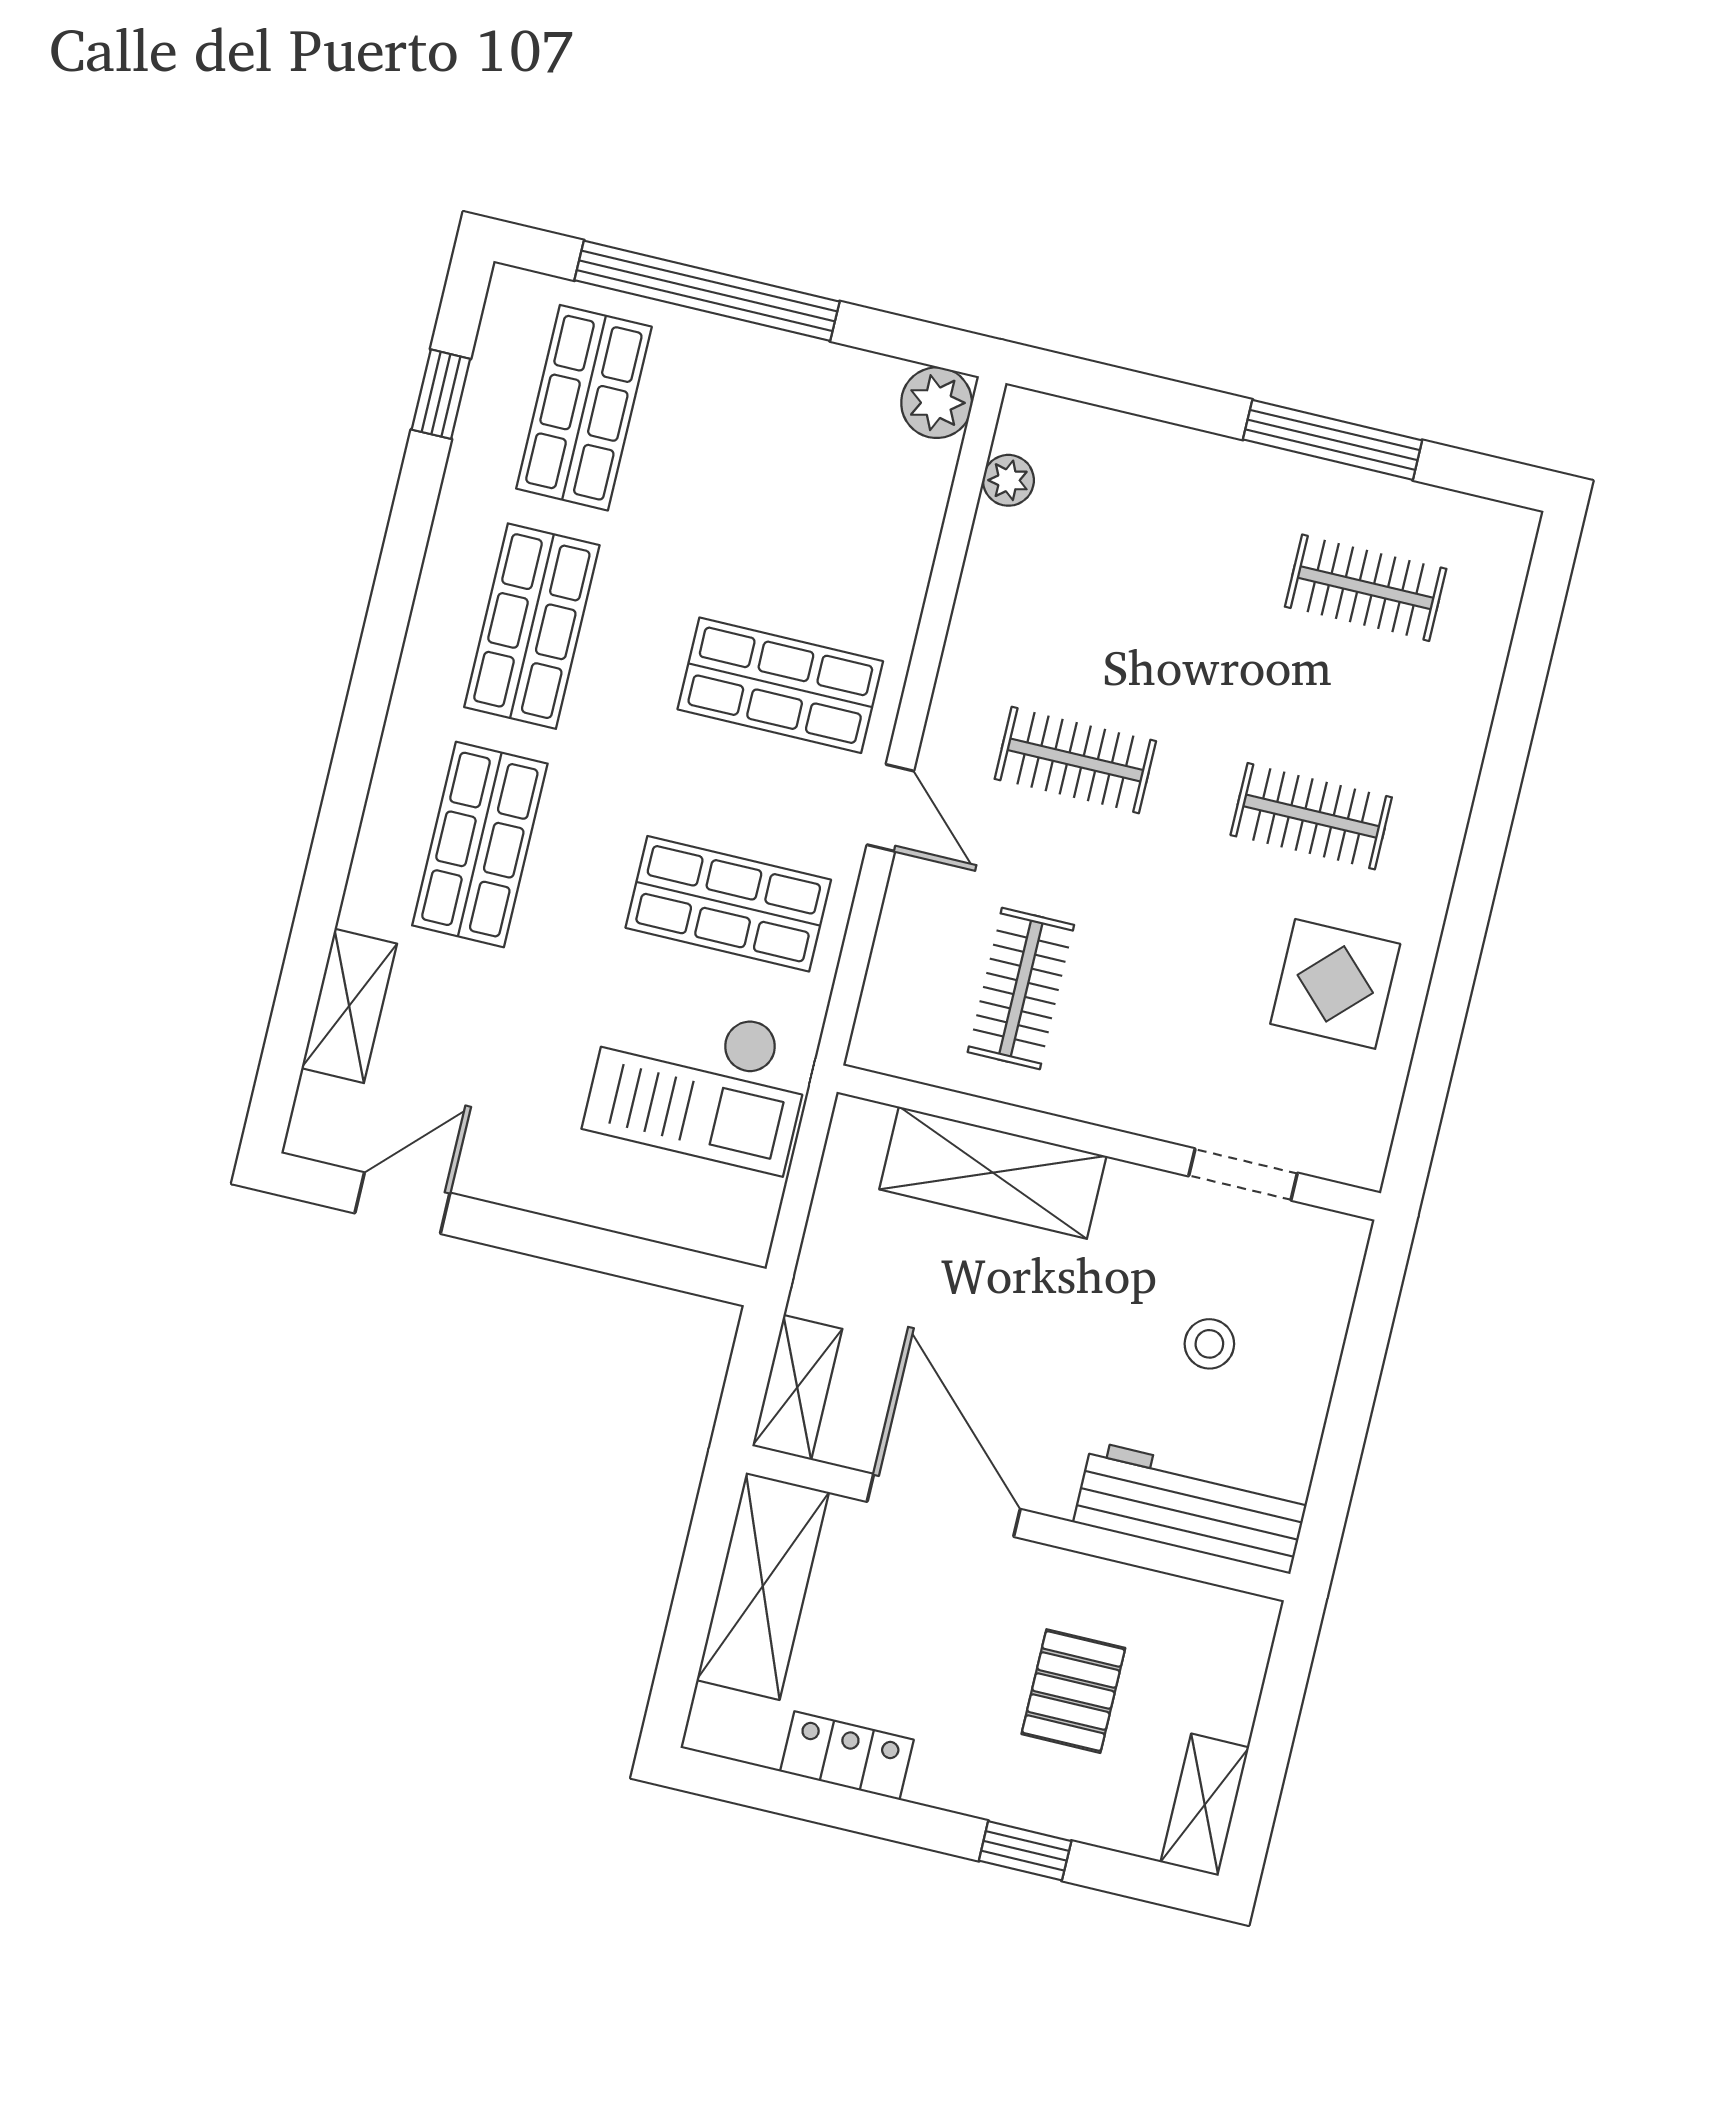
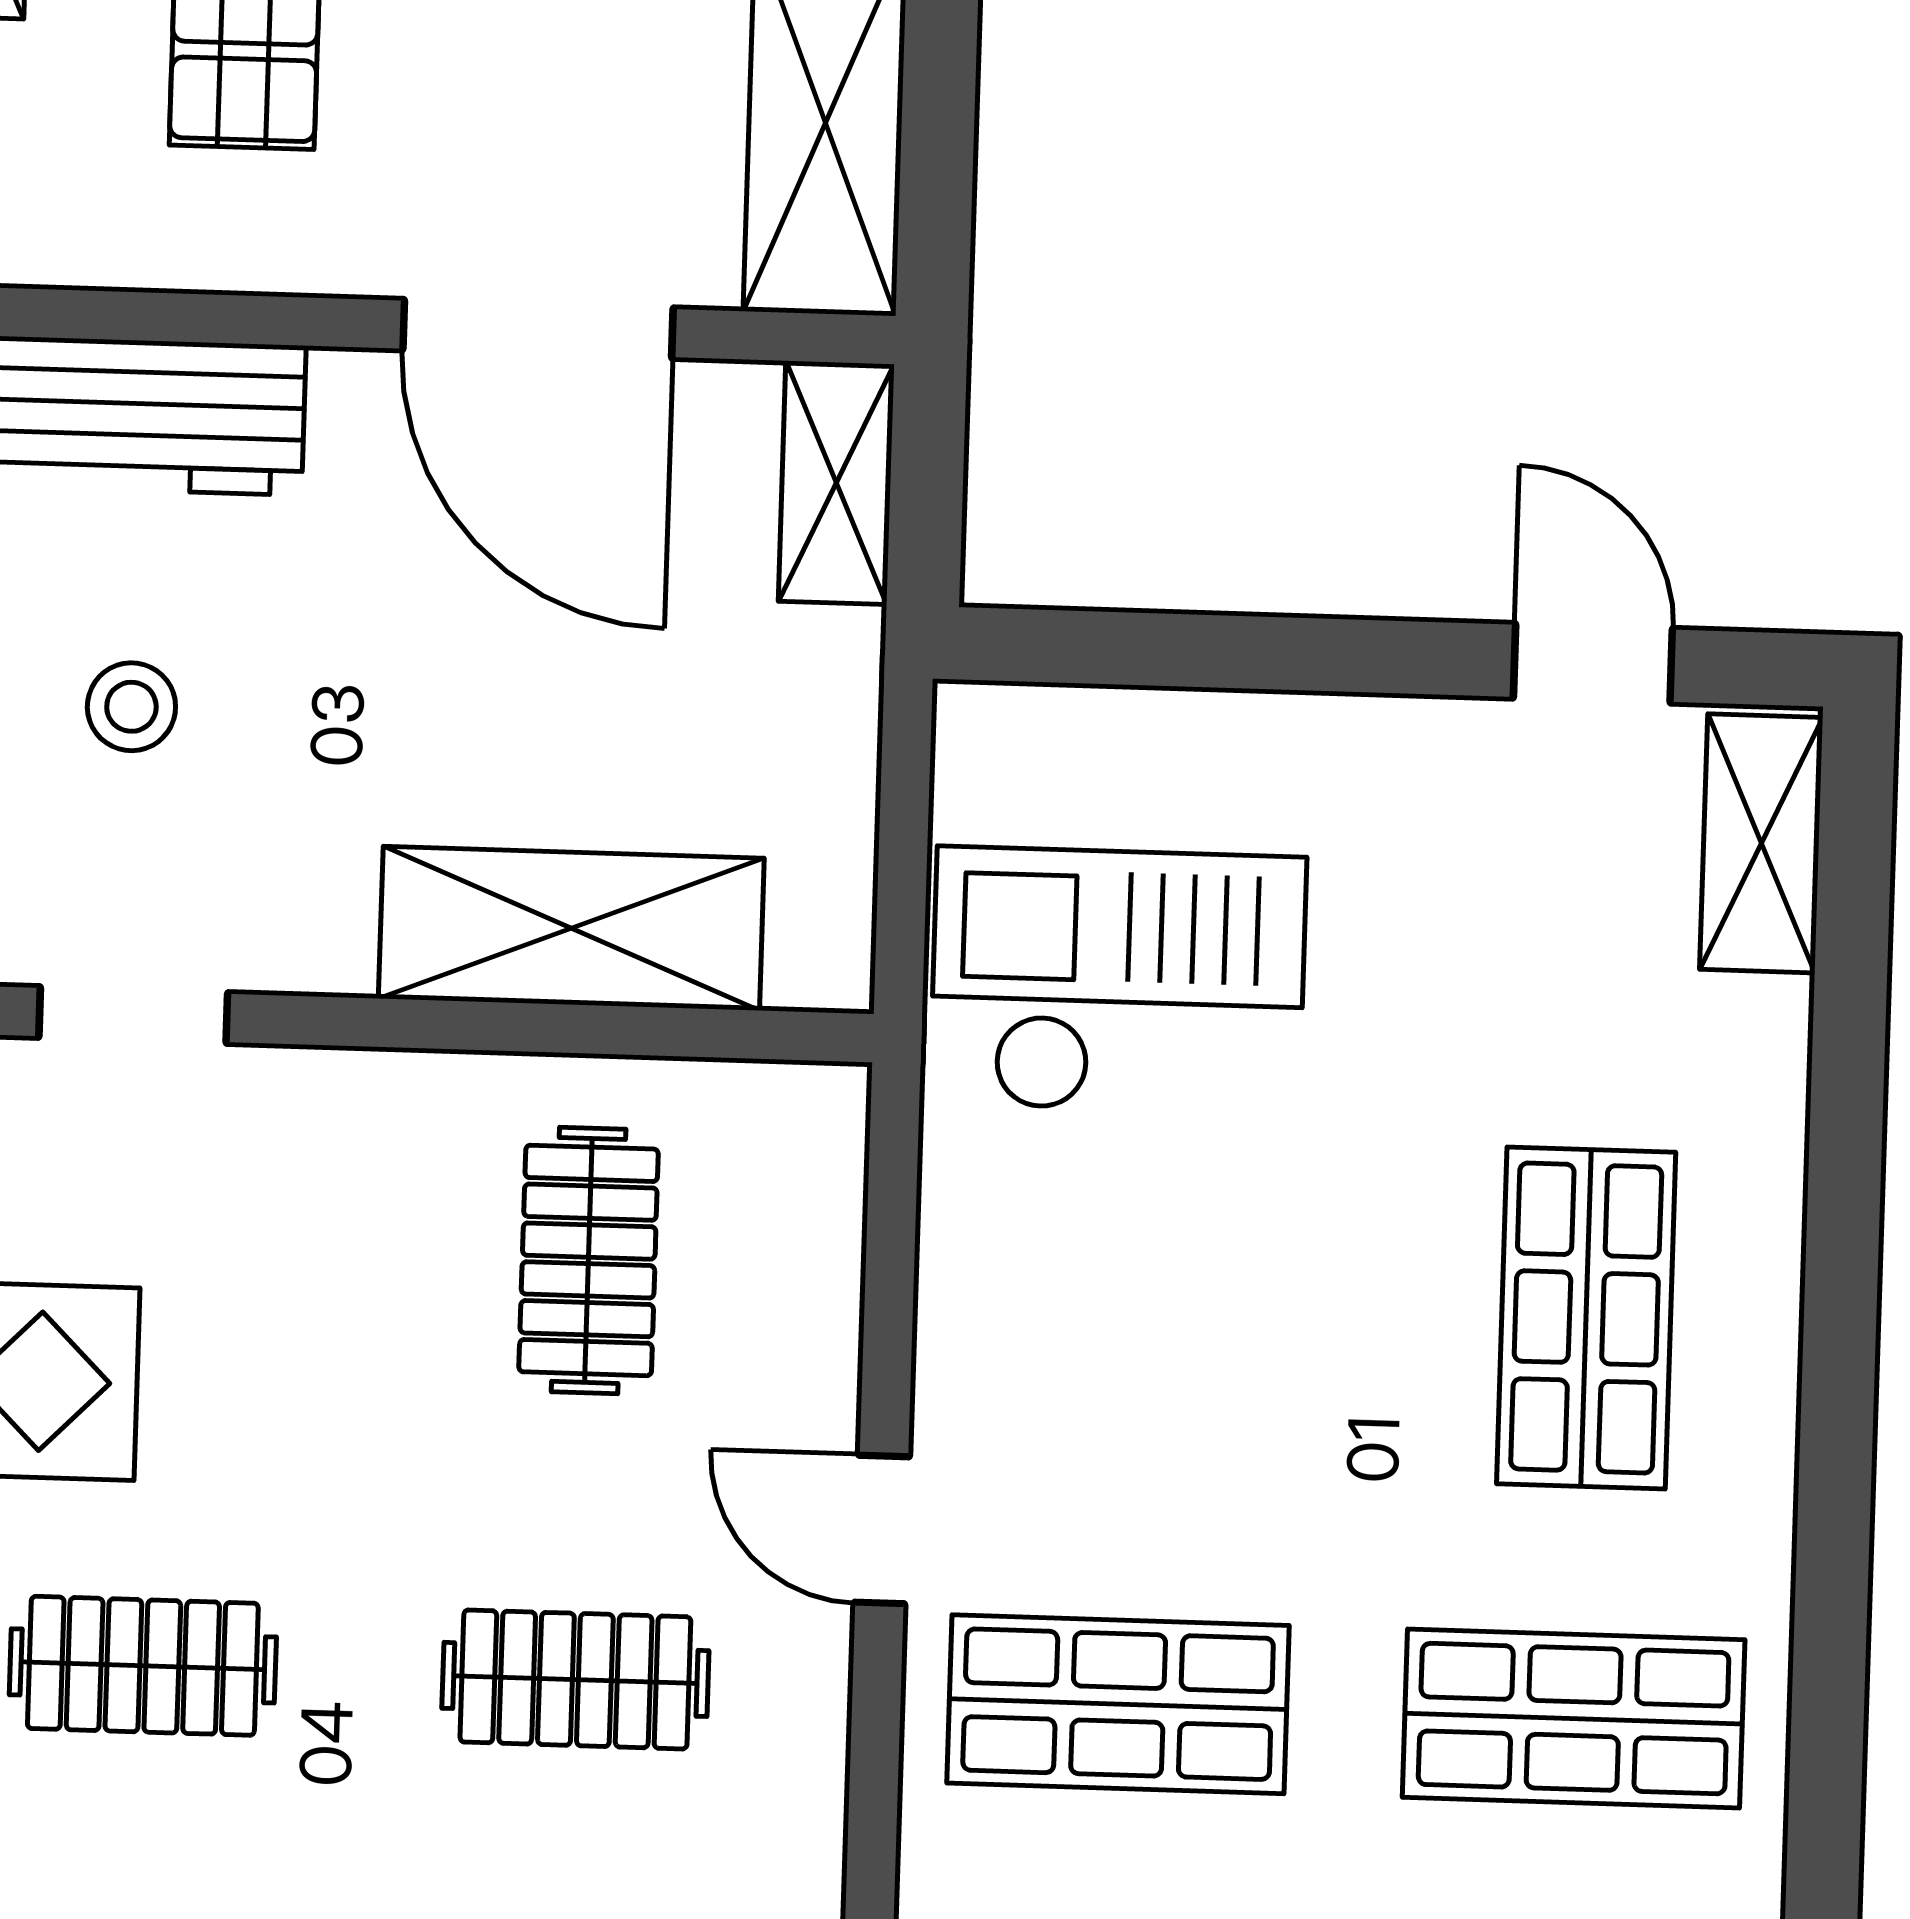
shop shelf: (532, 626) -> (1574, 1719), turned 90
shop shelf: (728, 904) -> (1131, 1304), removed
shelving: (349, 1006) -> (1761, 843), moved
door: (402, 1203) -> (1593, 663), swing flipped

